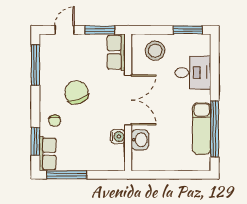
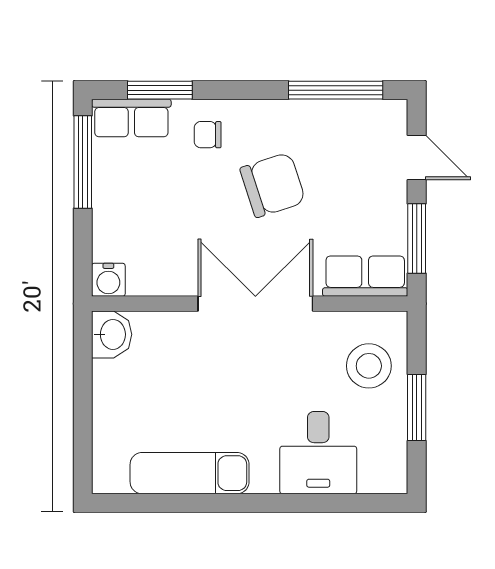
window: (188, 30) -> (417, 408), moved
double door: (128, 100) -> (255, 304), swing flipped
window: (215, 129) -> (189, 503), removed
water cooler: (118, 136) -> (108, 280), moved
washbasin: (140, 140) -> (112, 334), moved, turned -90

